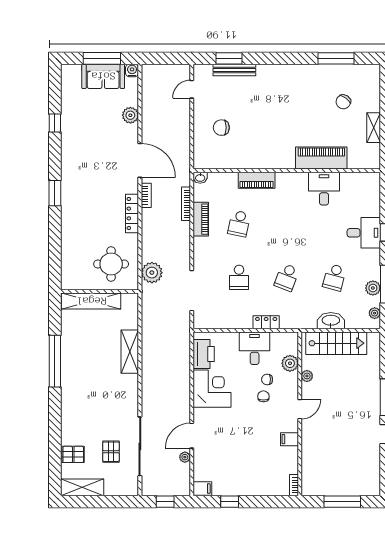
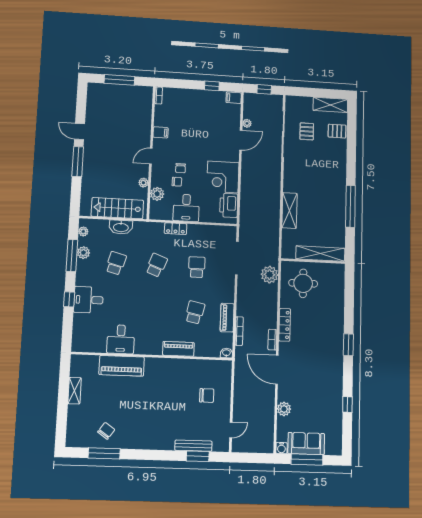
chair: (343, 102) -> (106, 431), moved

